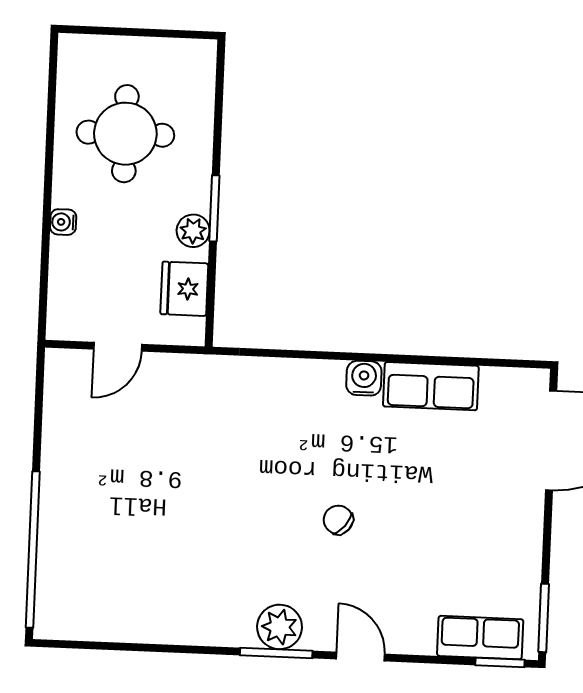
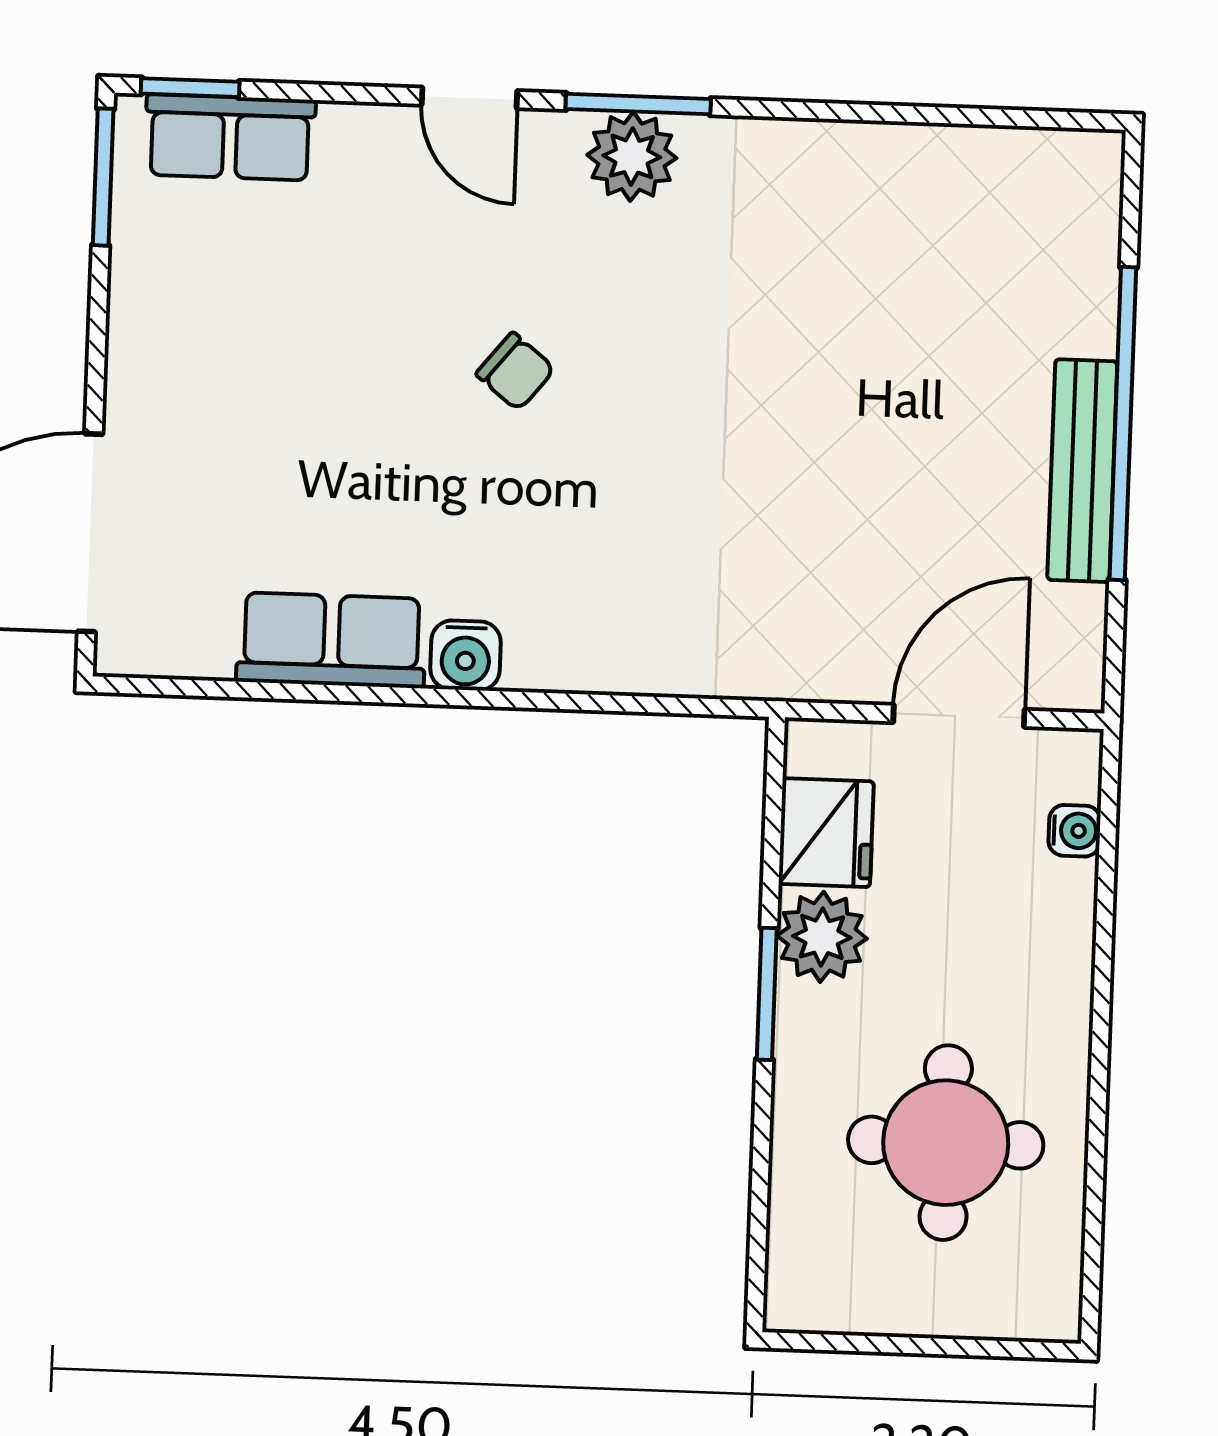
water cooler: (63, 222) -> (1074, 831), moved
plant: (193, 231) -> (822, 937), width x1.38, depth x1.38
door: (118, 347) -> (959, 716), width x1.38
bench: (55, 469) -> (1082, 471), added
window: (33, 550) -> (1123, 424), moved

